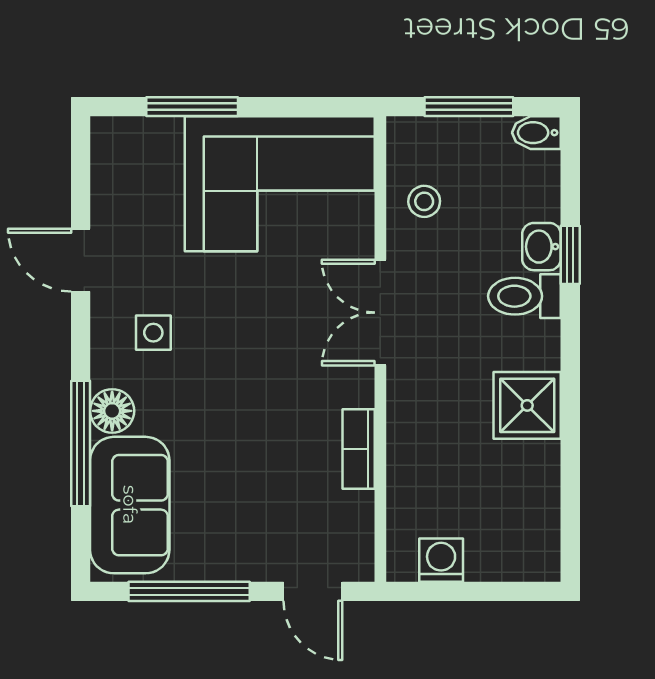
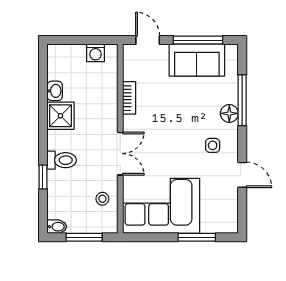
washbasin: (542, 247) -> (55, 91), moved
sofa: (130, 505) -> (197, 60), moved, turned -90

